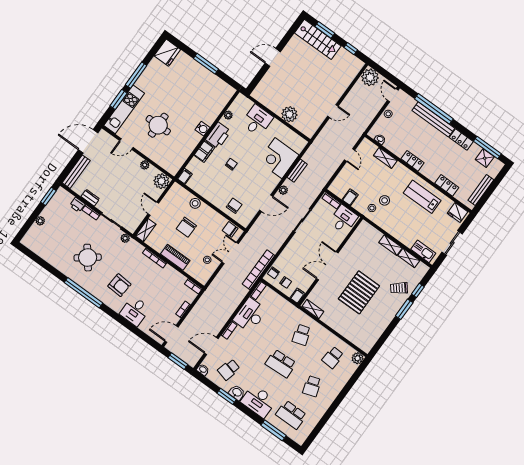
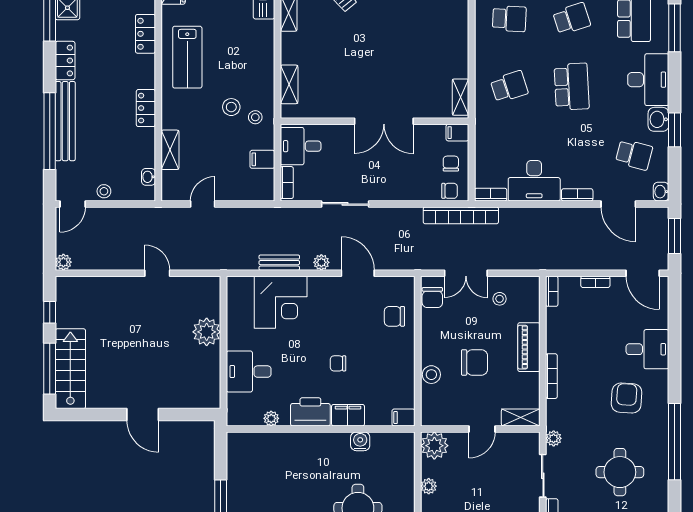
window: (325, 30) -> (50, 369), width x1.44
plant: (370, 77) -> (63, 262), width x0.53, depth x0.53
water cooler: (202, 129) -> (360, 441), moved
shelving: (390, 245) -> (289, 84), moved
round table: (88, 258) -> (620, 472), turned 38
pallet: (359, 292) -> (389, 48), removed

